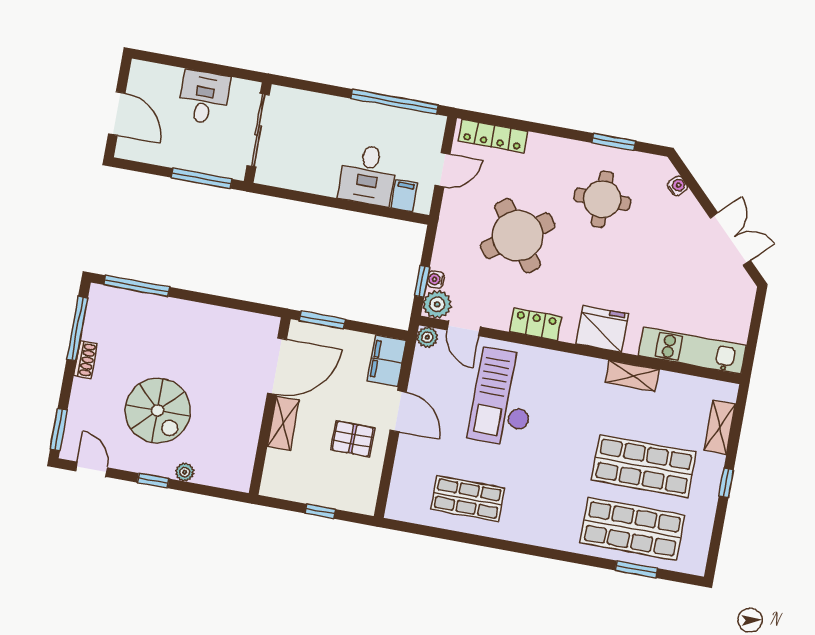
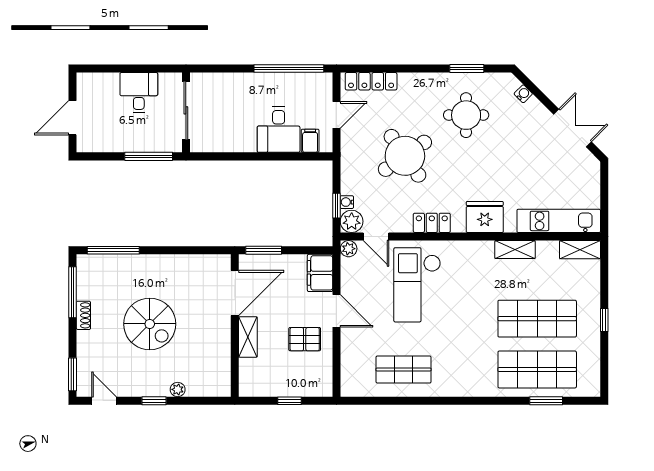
door: (117, 114) -> (73, 118), swing flipped
spiral stairs: (158, 411) -> (150, 324), moved
shelving: (720, 427) -> (580, 250), moved, turned 90

